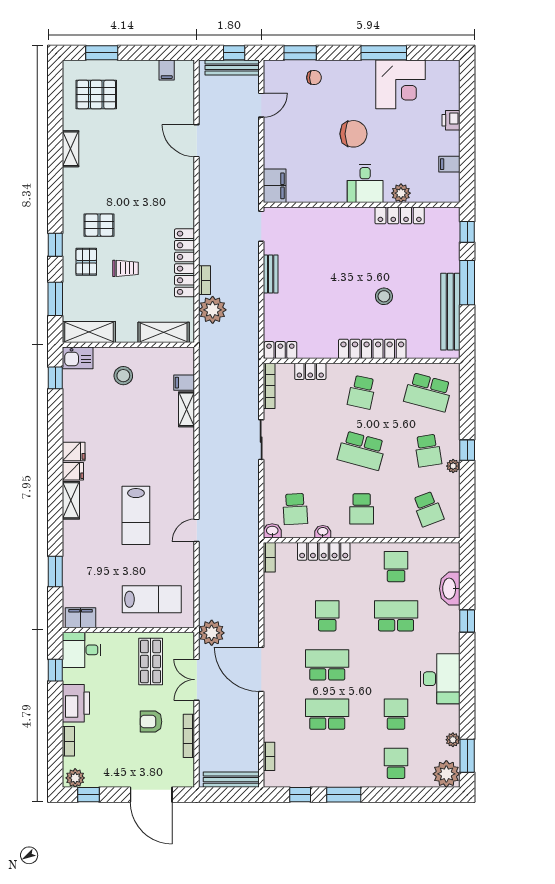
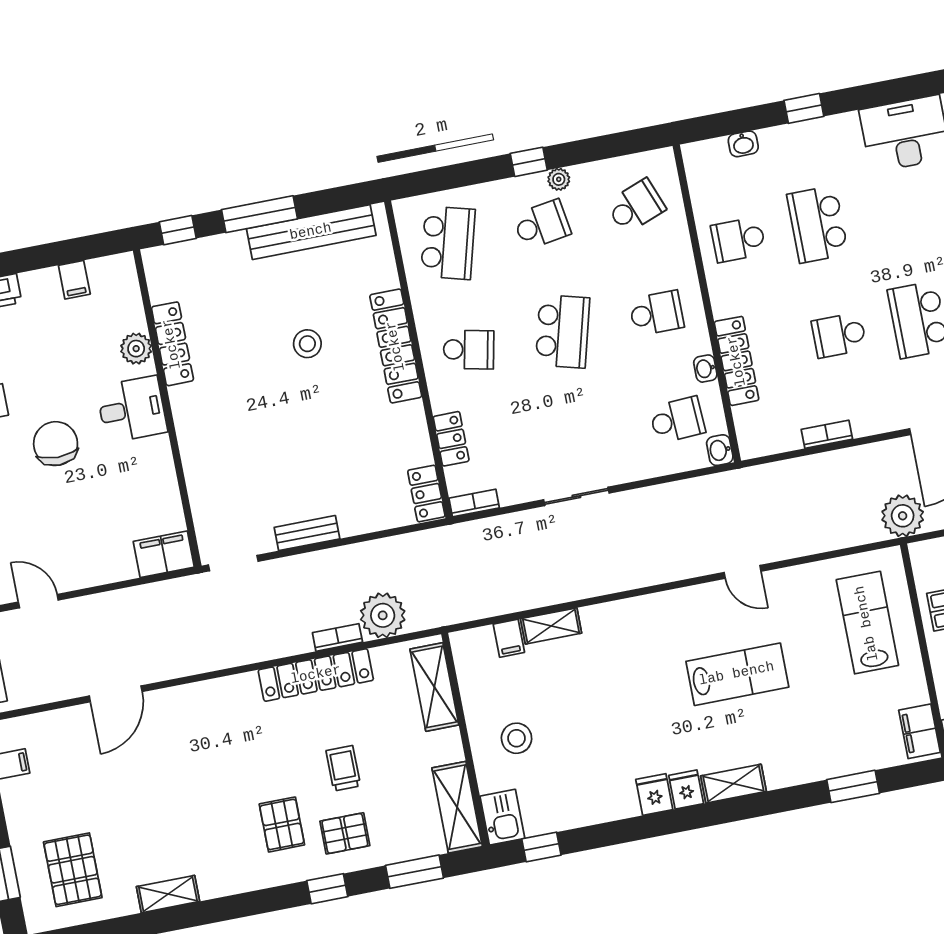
bookcase: (269, 386) -> (474, 503), width x0.64
bookcase: (269, 557) -> (827, 434), moved
washbasin: (450, 589) -> (743, 144), width x0.52, depth x0.69

